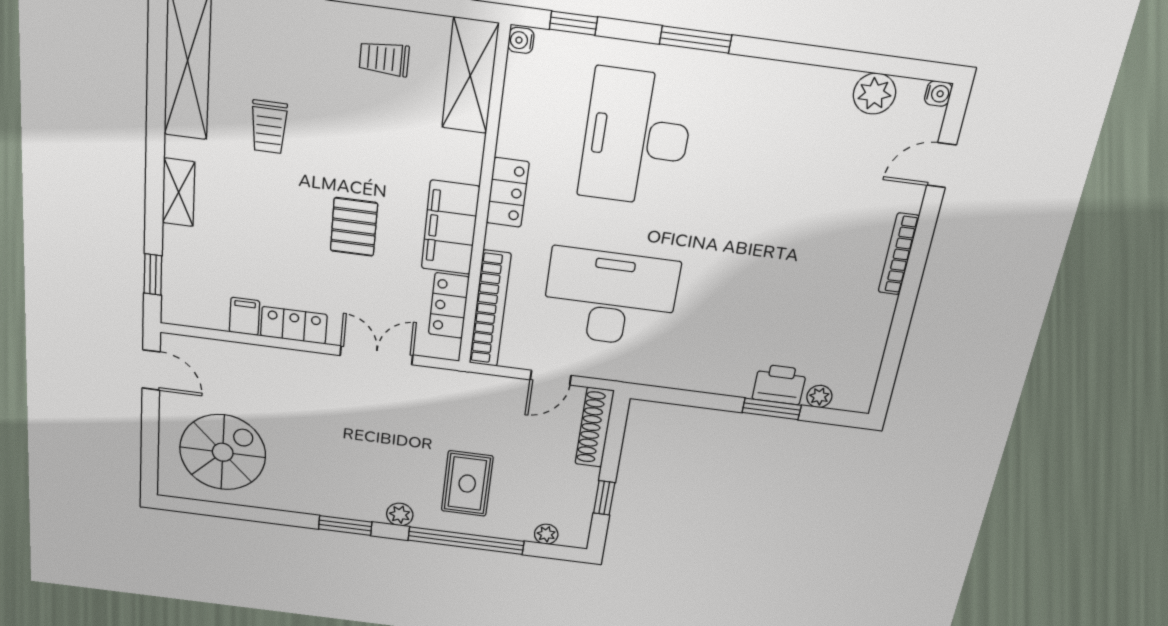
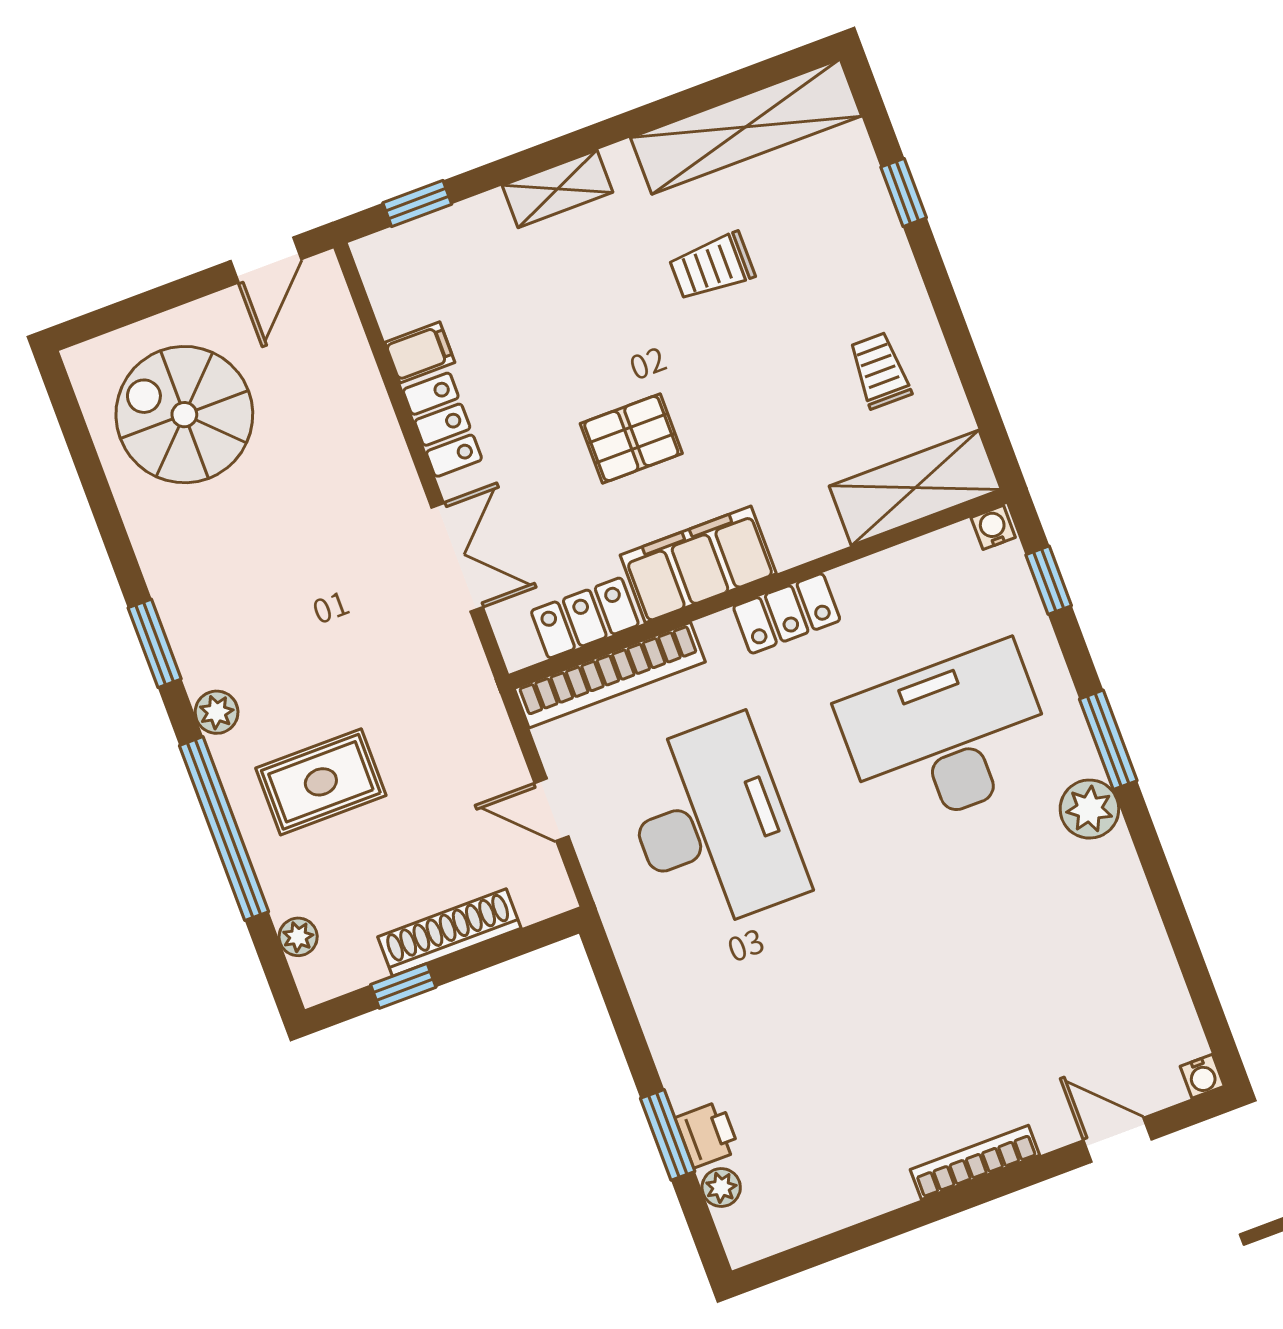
plant: (874, 94) -> (1089, 809), moved
printer: (779, 384) -> (707, 1134), width x0.73, depth x0.81
shoe rack: (594, 427) -> (449, 933), moved
spiral stairs: (223, 452) -> (184, 415), turned 180

